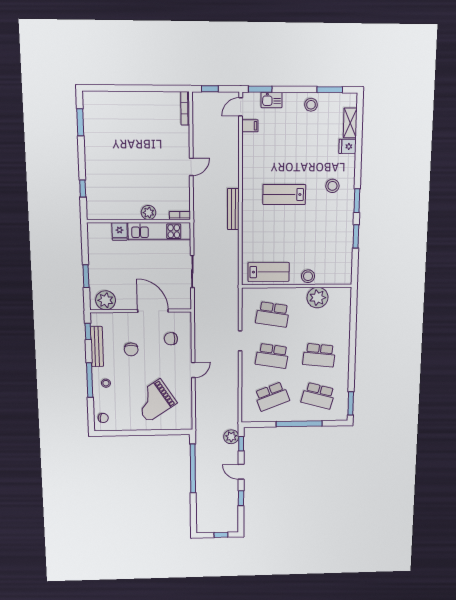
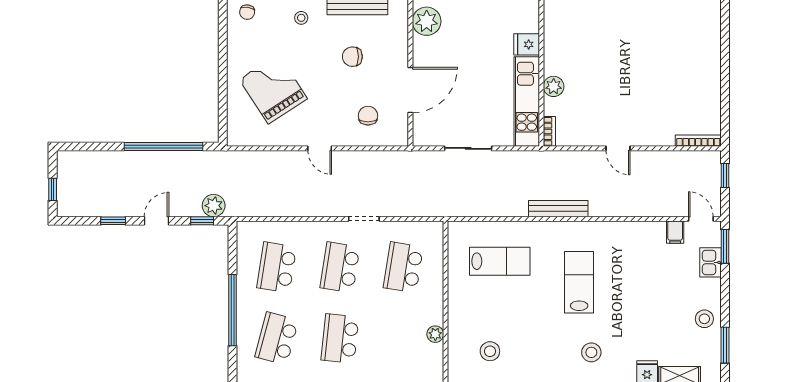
lab bench: (269, 272) -> (500, 261), moved, turned -90
stool: (308, 276) -> (490, 351), moved
plant: (318, 298) -> (435, 334), width x0.53, depth x0.53
school desk: (272, 396) -> (277, 267), turned 30

